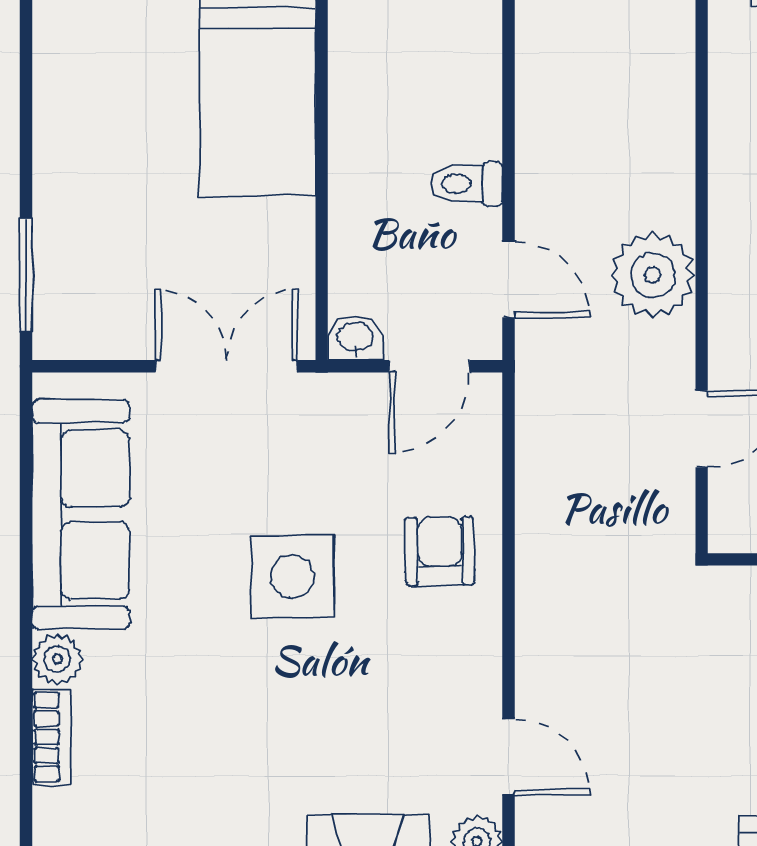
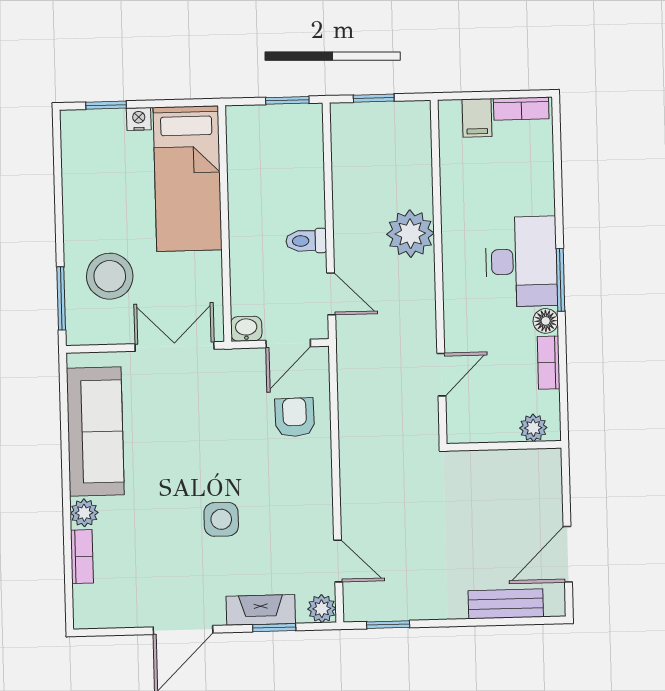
stool: (114, 238) -> (110, 276), added
plant: (653, 275) -> (410, 234), moved
armchair: (440, 551) -> (295, 417), moved
side table: (292, 577) -> (221, 519), moved, width x0.73, depth x0.73

